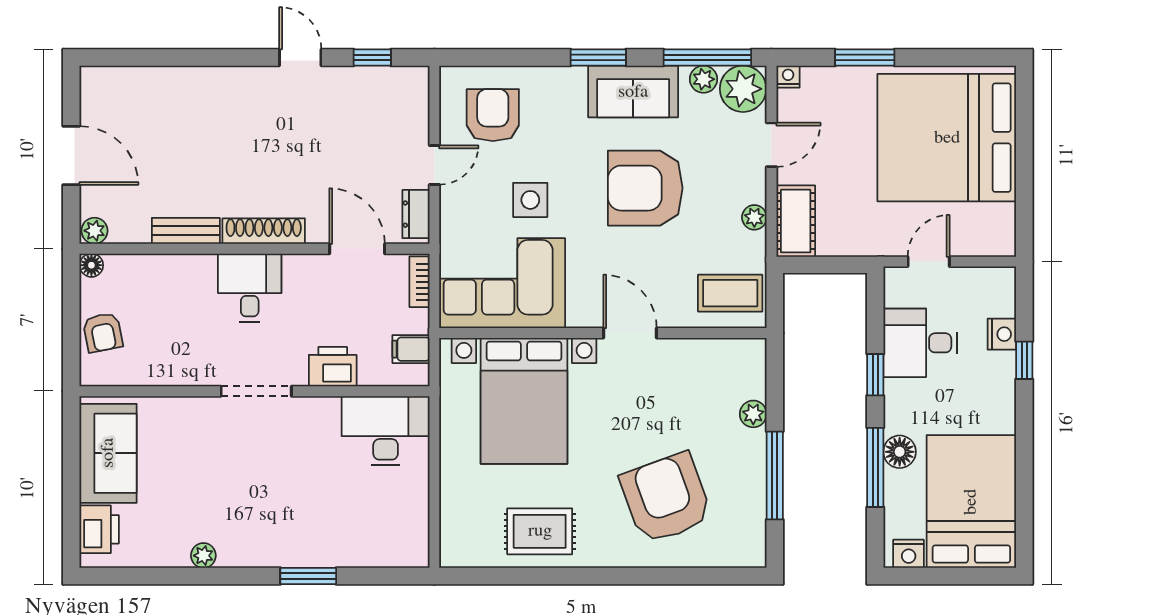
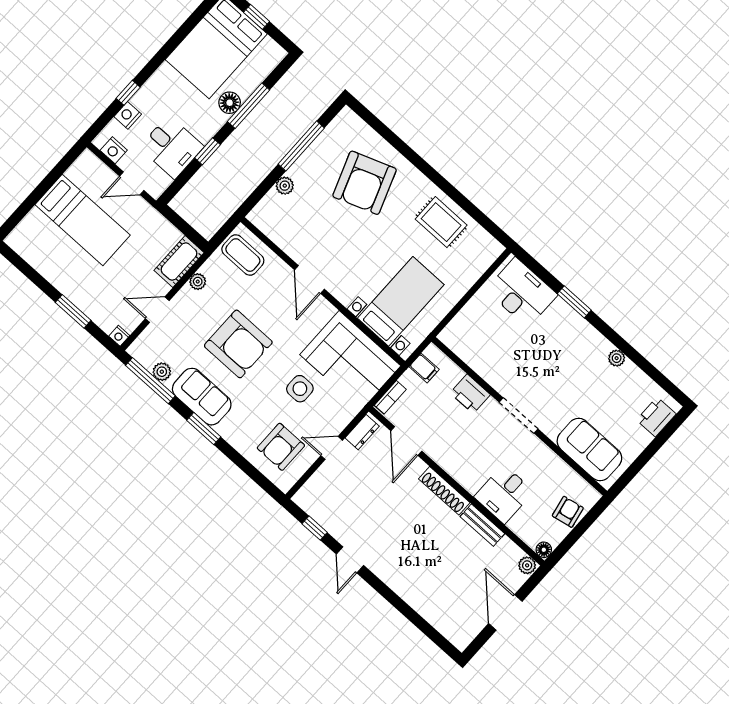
plant: (743, 89) -> (147, 350), removed
bed: (947, 138) -> (83, 220), width x0.49
desk: (250, 288) -> (504, 494), moved
bed with nightstands: (524, 401) -> (401, 301), width x0.73
desk: (386, 431) -> (522, 292), moved, turned 180
sofa: (108, 453) -> (589, 449), moved, turned 90
nightstand: (909, 554) -> (114, 150), moved, turned 180
window: (956, 576) -> (256, 17), added

